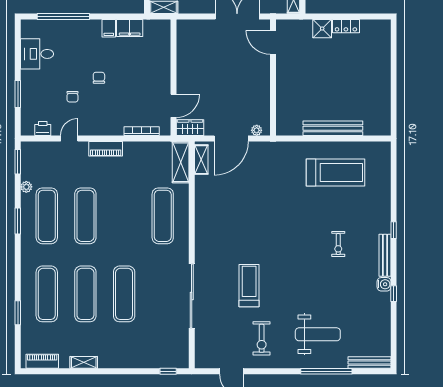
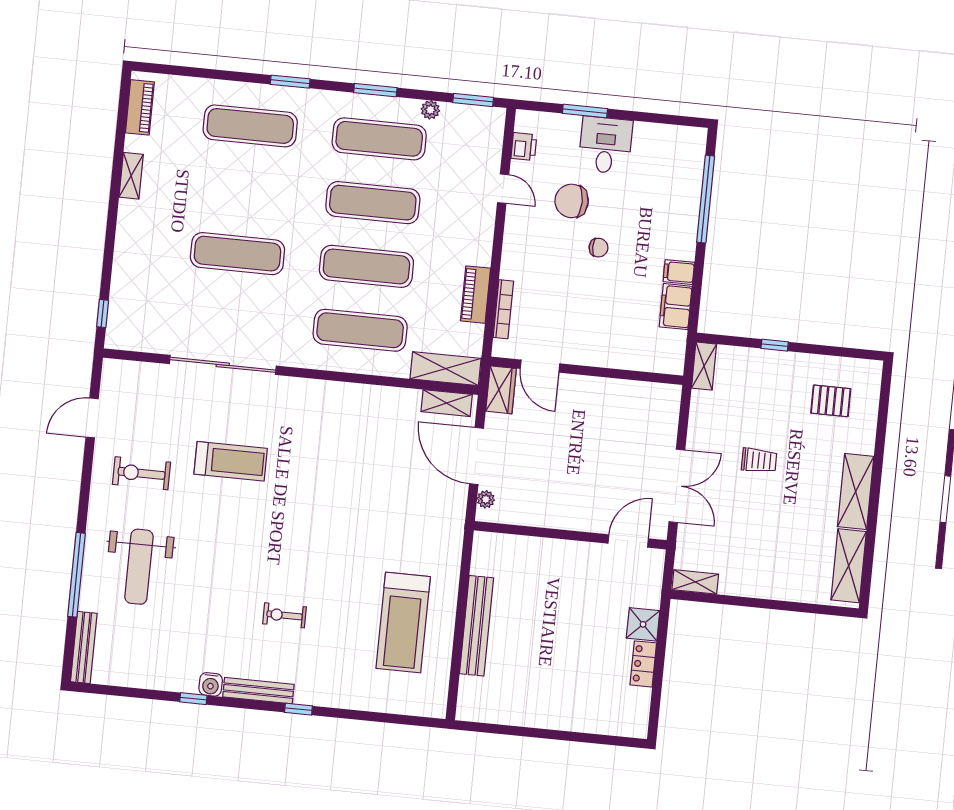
desk: (37, 54) -> (605, 145), moved
chair: (72, 97) -> (572, 201), width x1.87, depth x1.87
piano: (106, 149) -> (475, 295), moved
exercise mat: (85, 294) -> (366, 266), moved
window: (18, 313) -> (290, 82), moved

